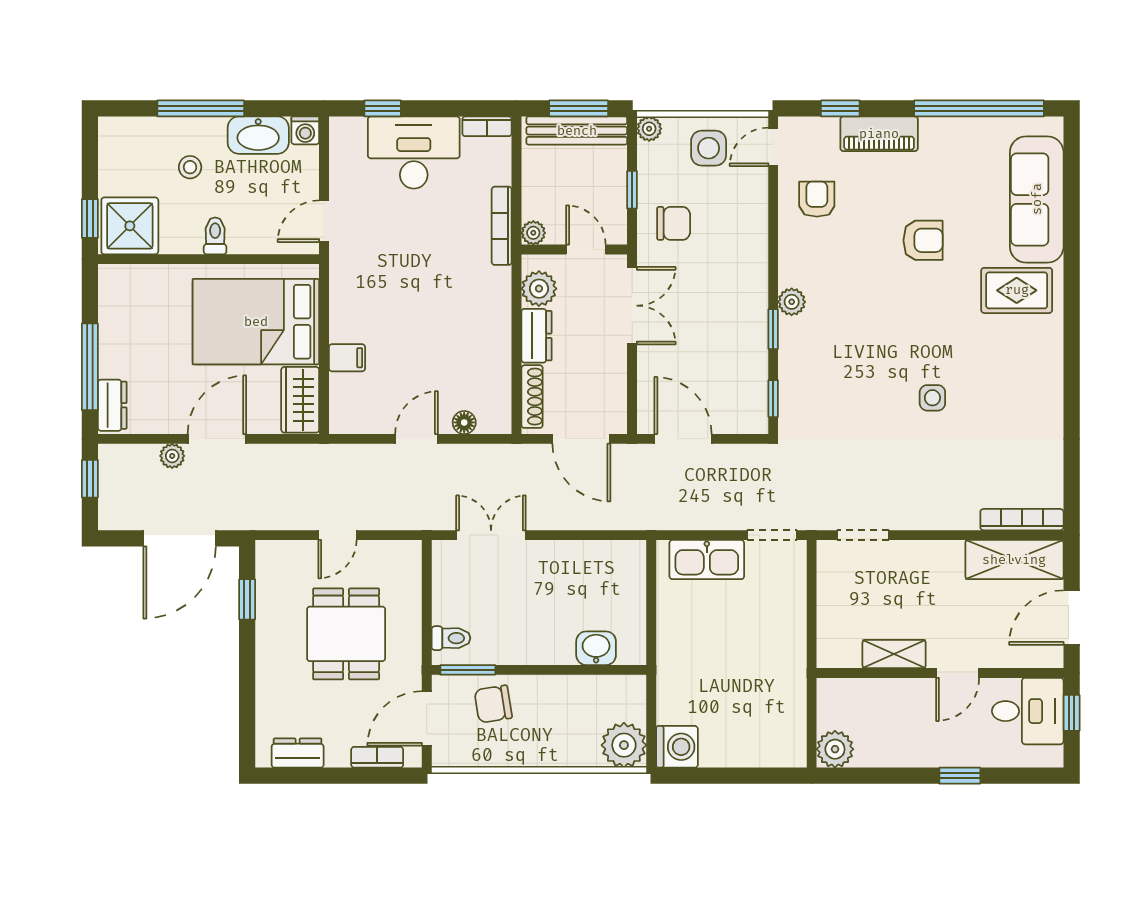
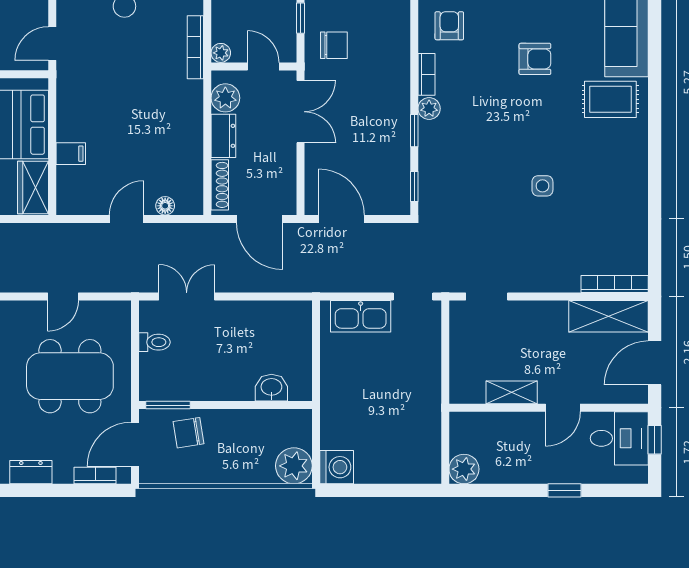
bookcase: (788, 259) -> (426, 74), added
dining table: (346, 634) -> (70, 376), width x1.38
toilet: (451, 638) -> (154, 342), moved

